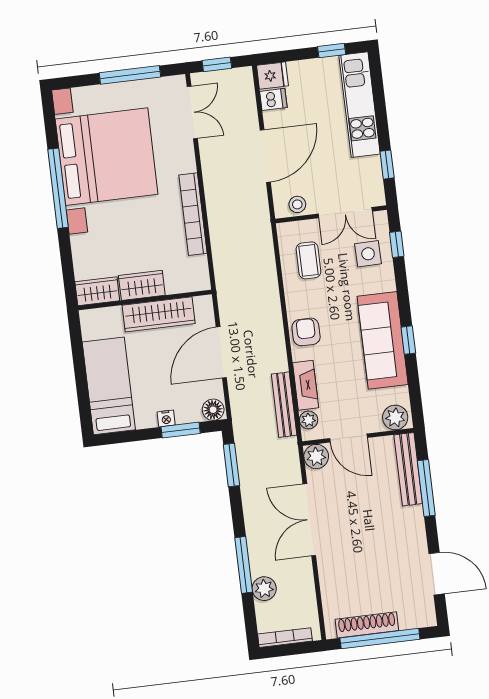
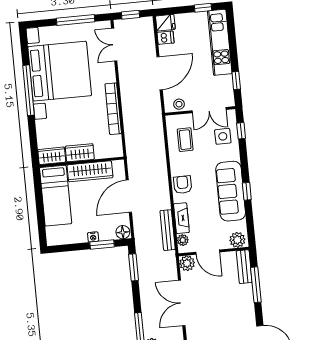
double door: (192, 112) -> (114, 45), swing flipped
bed: (109, 386) -> (56, 196), moved, turned 180
bench: (408, 469) -> (244, 267), width x0.73

